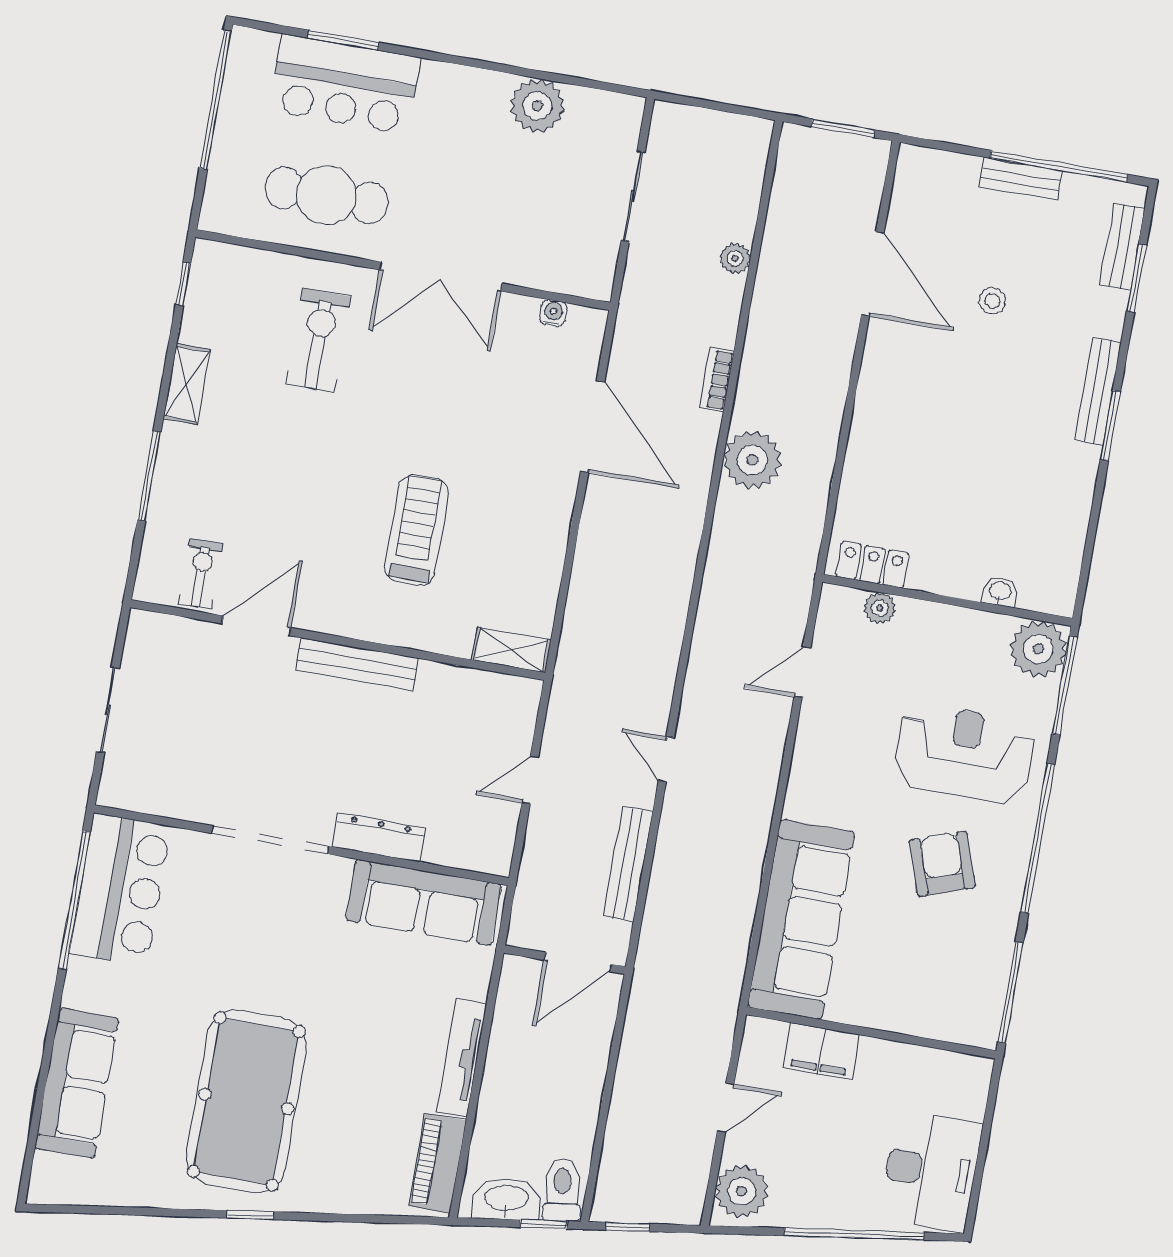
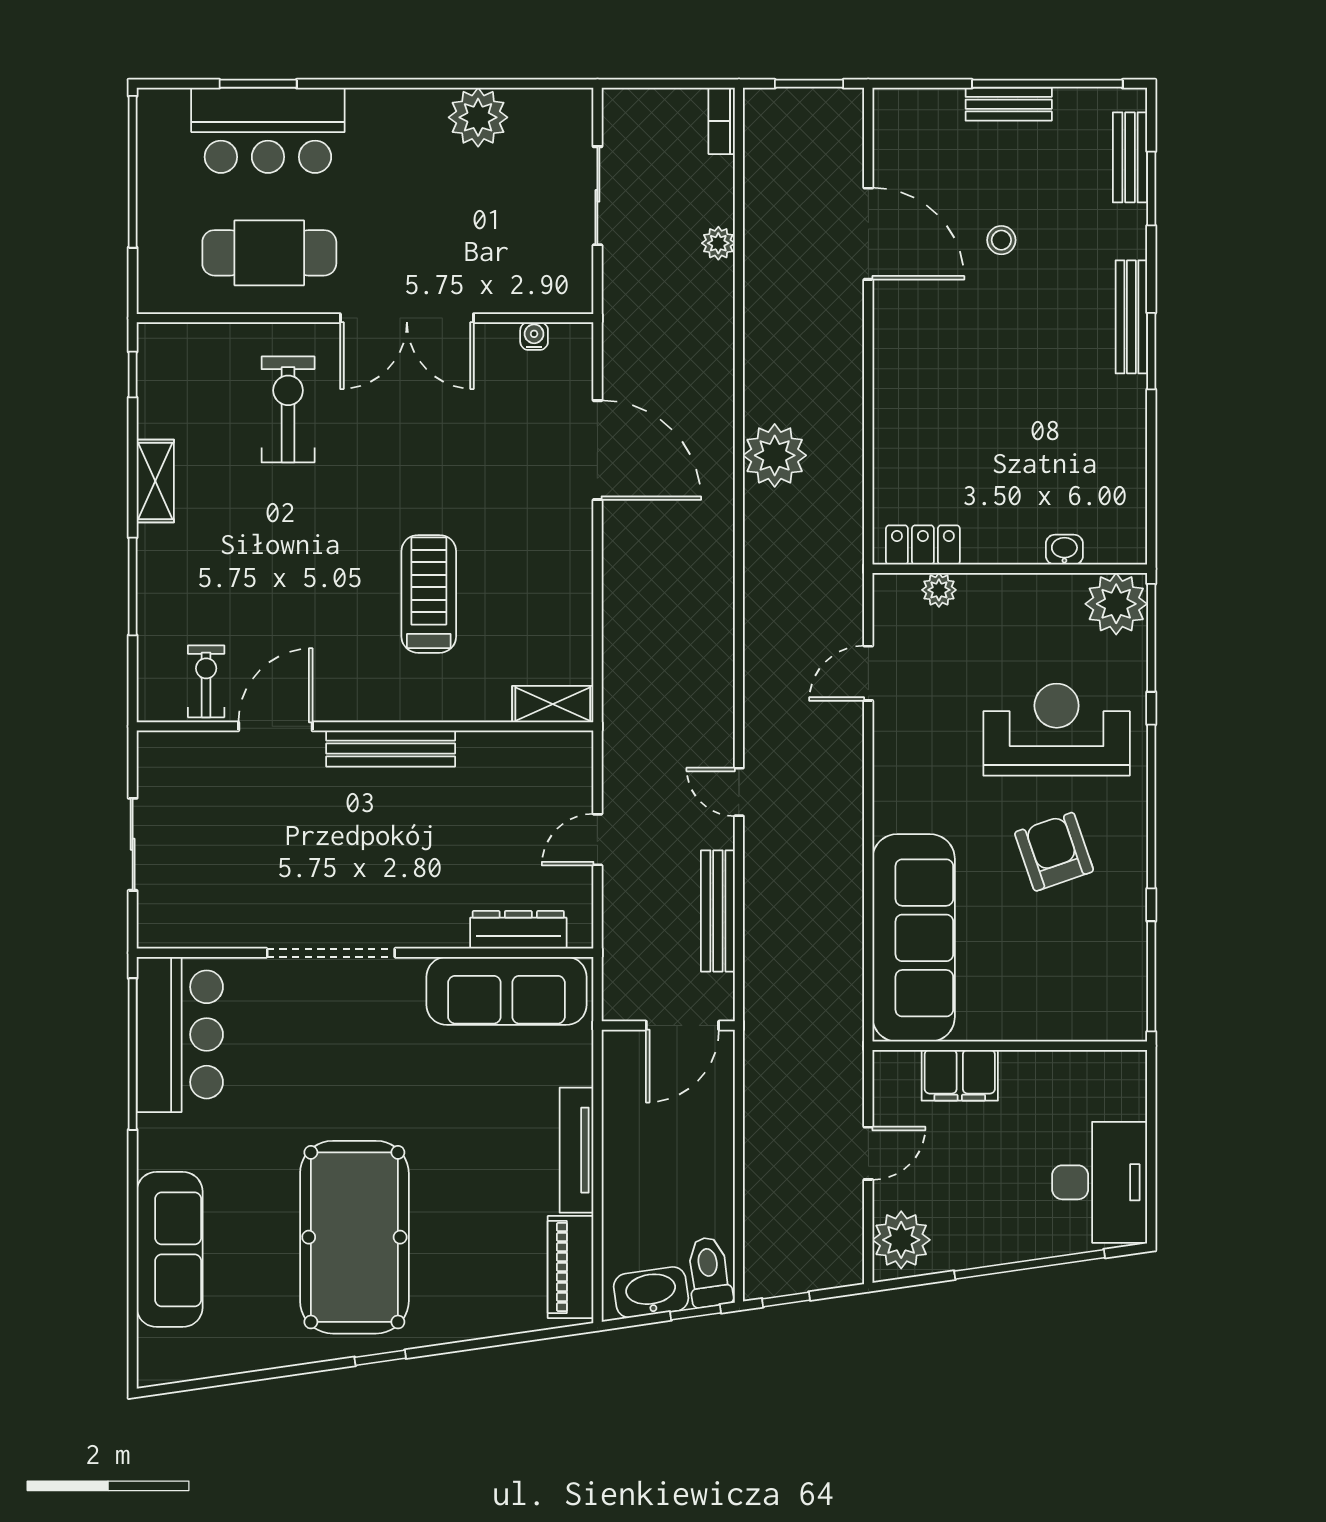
bookcase: (717, 379) -> (722, 121), moved
dresser: (379, 837) -> (518, 930), moved

